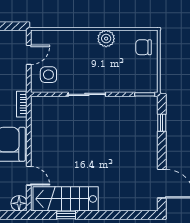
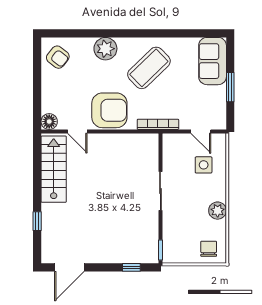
side table: (48, 75) -> (204, 165), moved
bookcase: (22, 104) -> (158, 124), width x1.56
door: (29, 176) -> (77, 131), hinge flipped
window: (66, 215) -> (37, 221), moved

